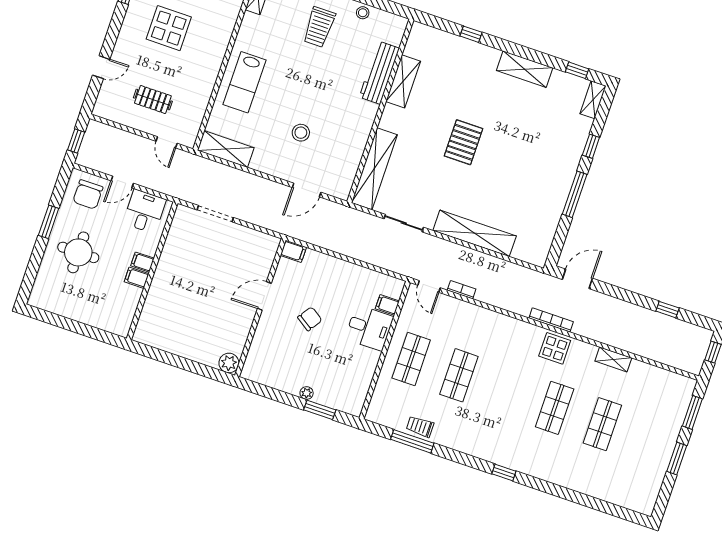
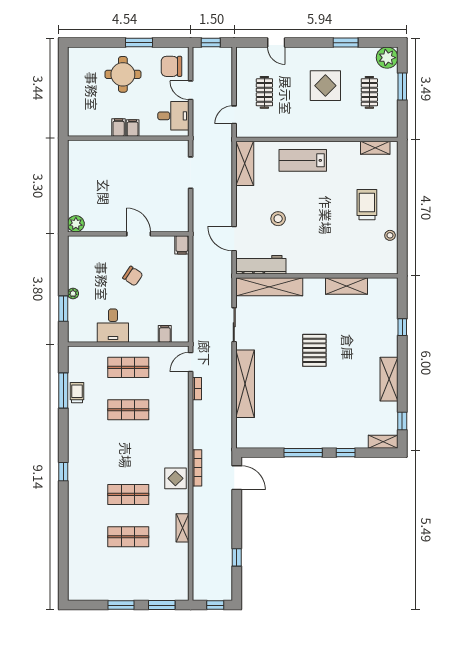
trolley: (319, 27) -> (367, 205), turned 90
workbench: (379, 73) -> (261, 265), moved
pallet: (463, 142) -> (314, 350), turned 90
desk: (369, 328) -> (113, 326), moved

